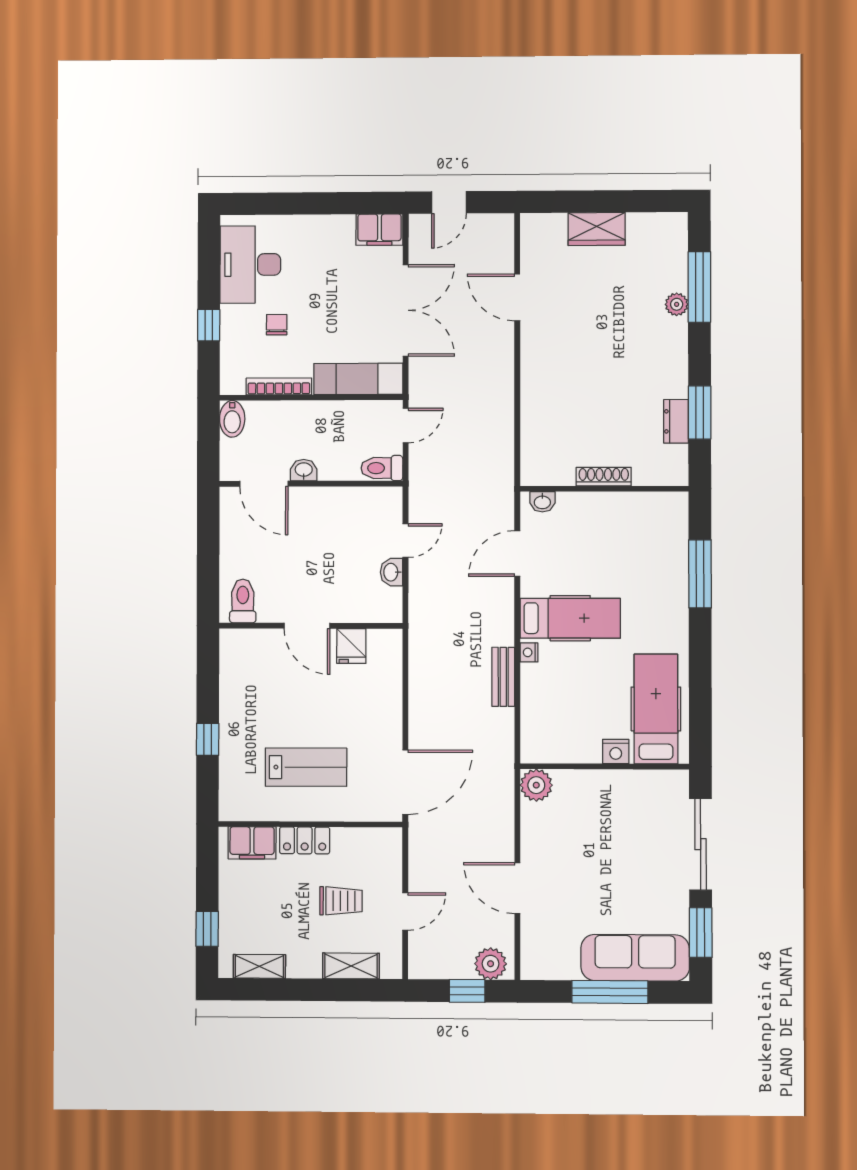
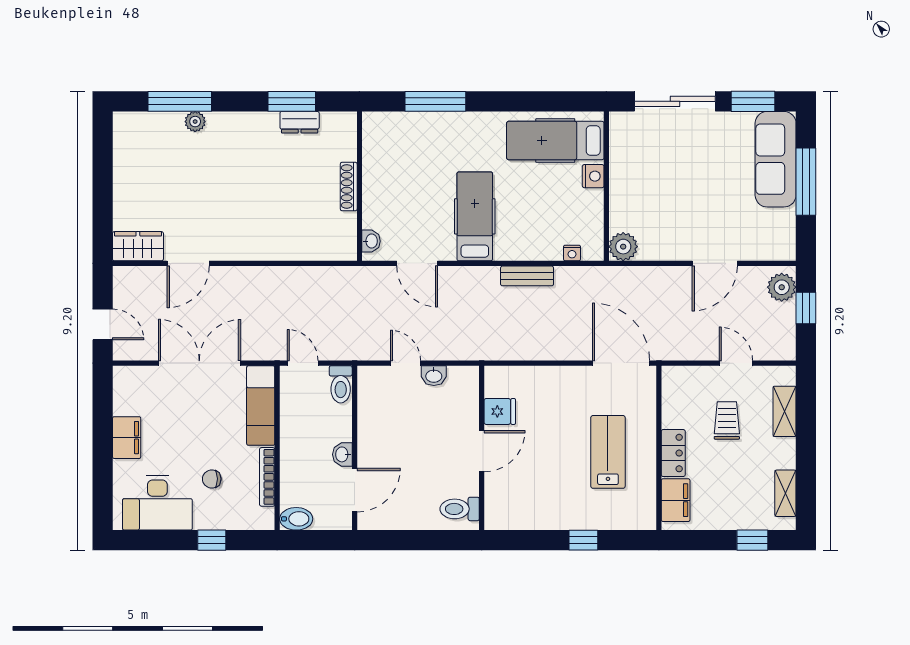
wardrobe: (597, 229) -> (138, 246), moved, turned -90
filing cabinet: (379, 230) -> (127, 438), moved
nightstand: (529, 652) -> (572, 253), moved

